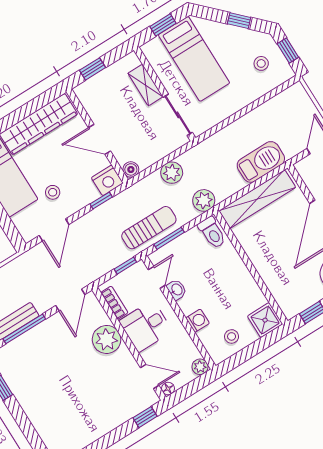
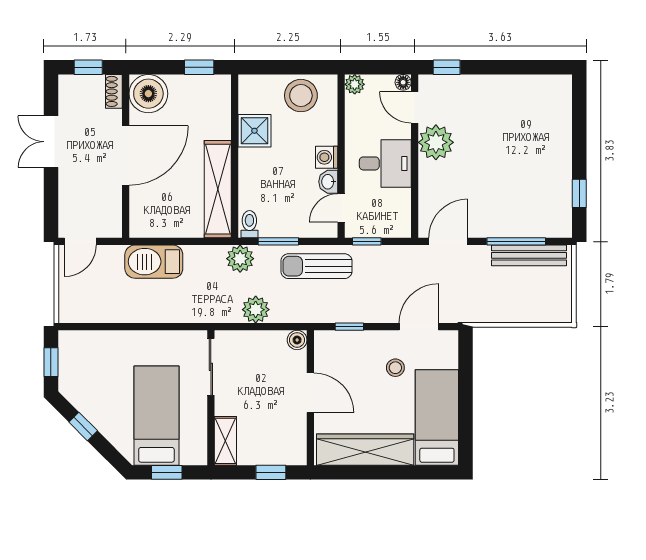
stool: (261, 63) -> (88, 366), removed
shelving: (145, 85) -> (225, 441), moved
nightstand: (107, 180) -> (329, 344), removed
shelving: (257, 199) -> (218, 189), moved, turned 90
toilet: (212, 233) -> (249, 224), width x0.73, depth x0.72
window: (169, 238) -> (278, 241), moved
bookcase: (114, 303) -> (403, 209), removed
shower: (265, 320) -> (254, 131), moved
washing machine: (198, 321) -> (327, 157), moved
stool: (232, 336) -> (301, 96), width x1.89, depth x1.89
plant: (107, 339) -> (436, 142), moved

